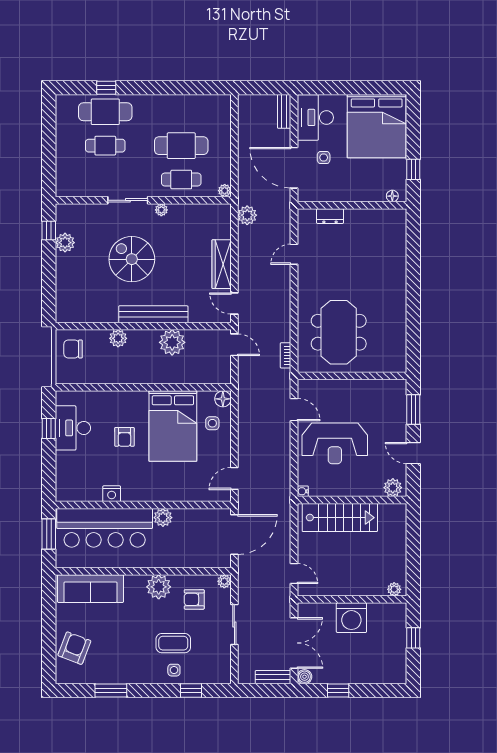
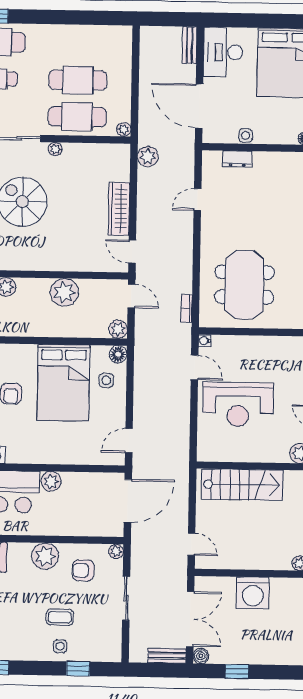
side table: (324, 158) -> (246, 135), moved
cafe table: (181, 180) -> (77, 117), width x1.37, depth x1.35
bench: (153, 314) -> (44, 262), removed
plant: (223, 376) -> (118, 329), added
water cooler: (303, 491) -> (205, 340), moved
coffee table: (173, 643) -> (60, 617), width x0.73, depth x0.77

